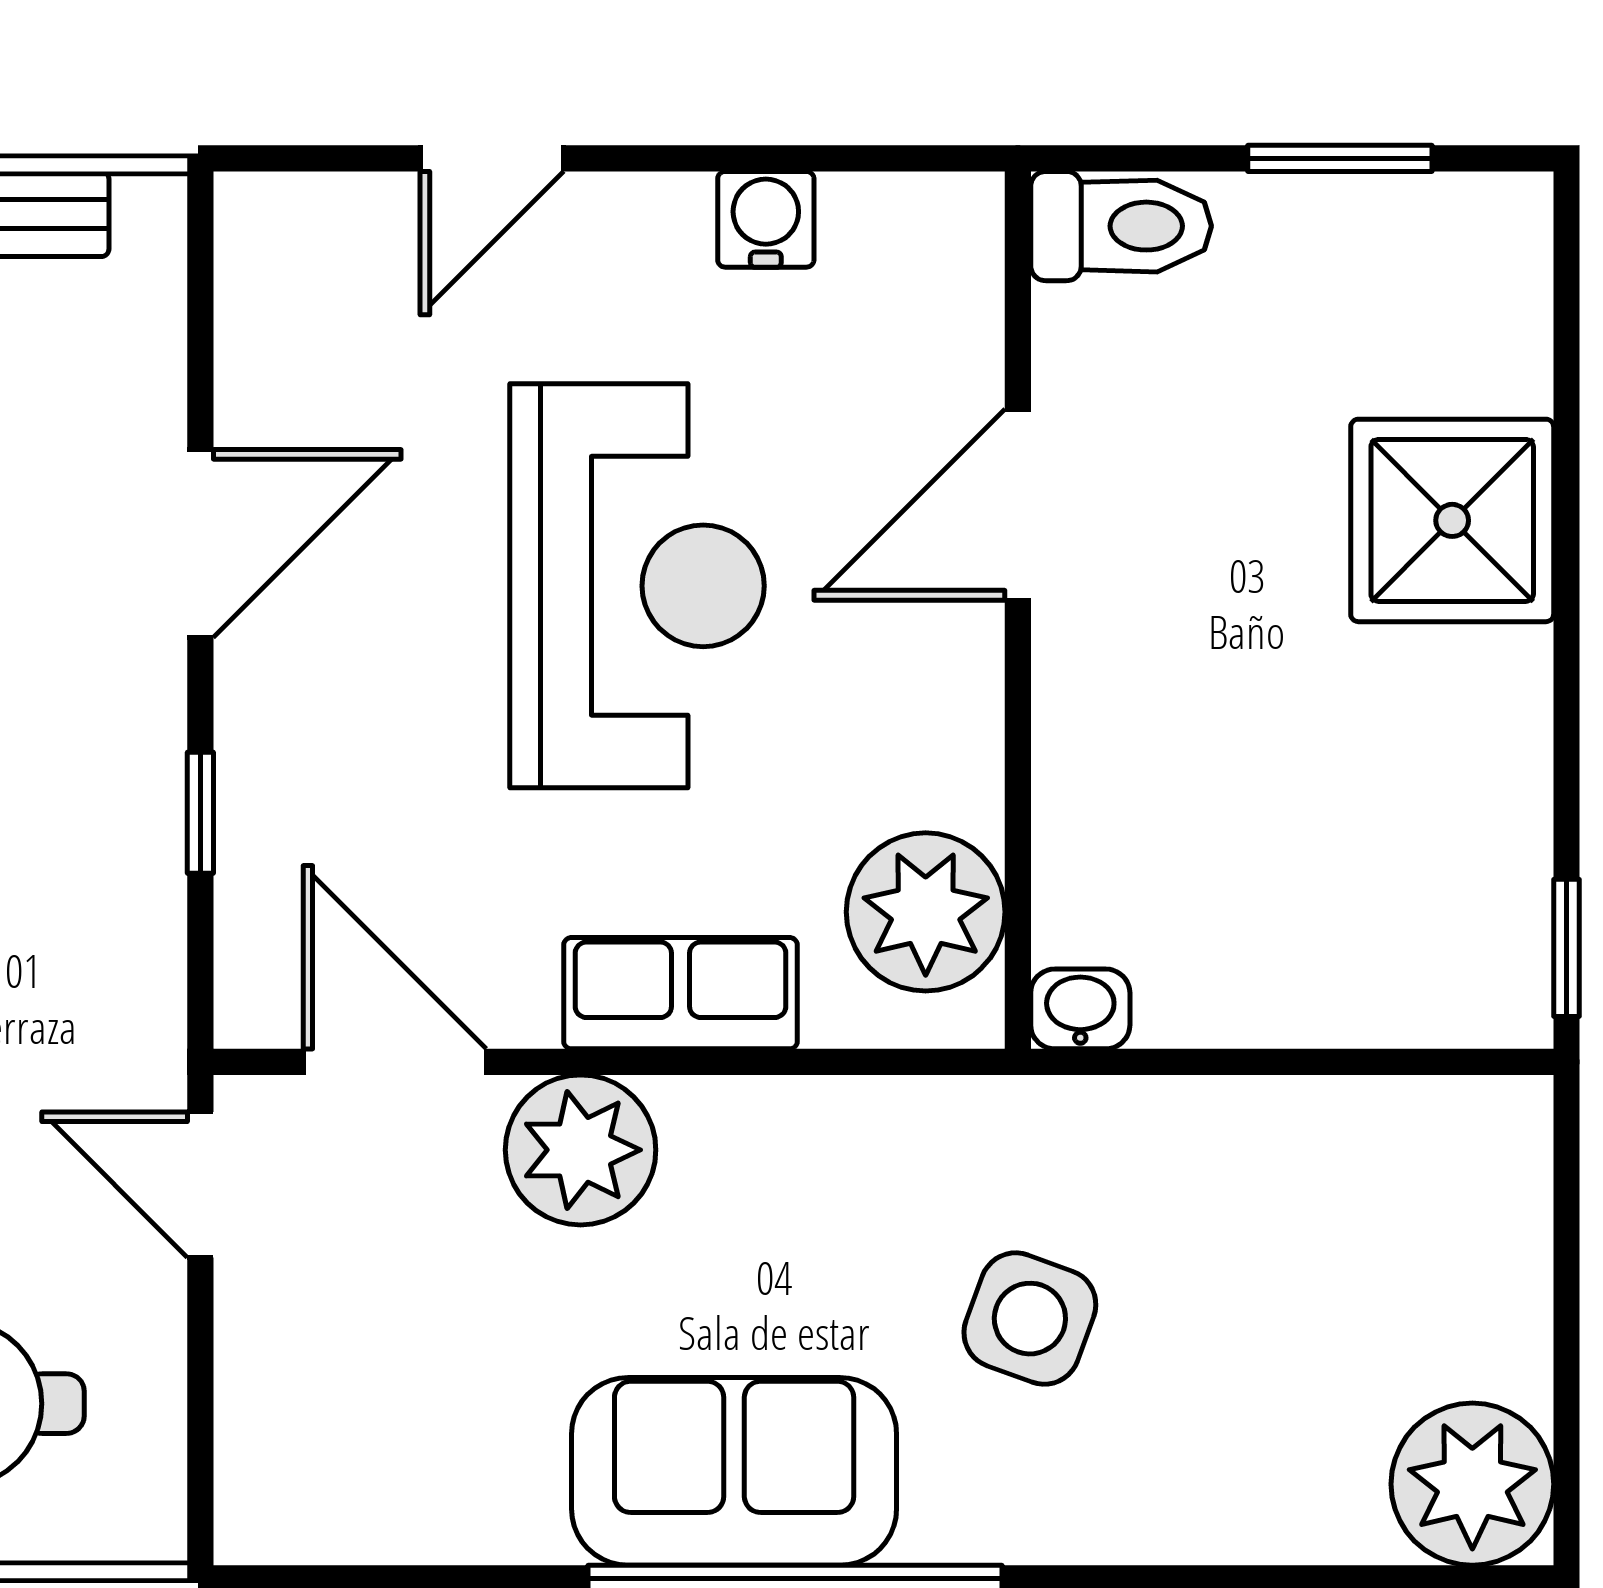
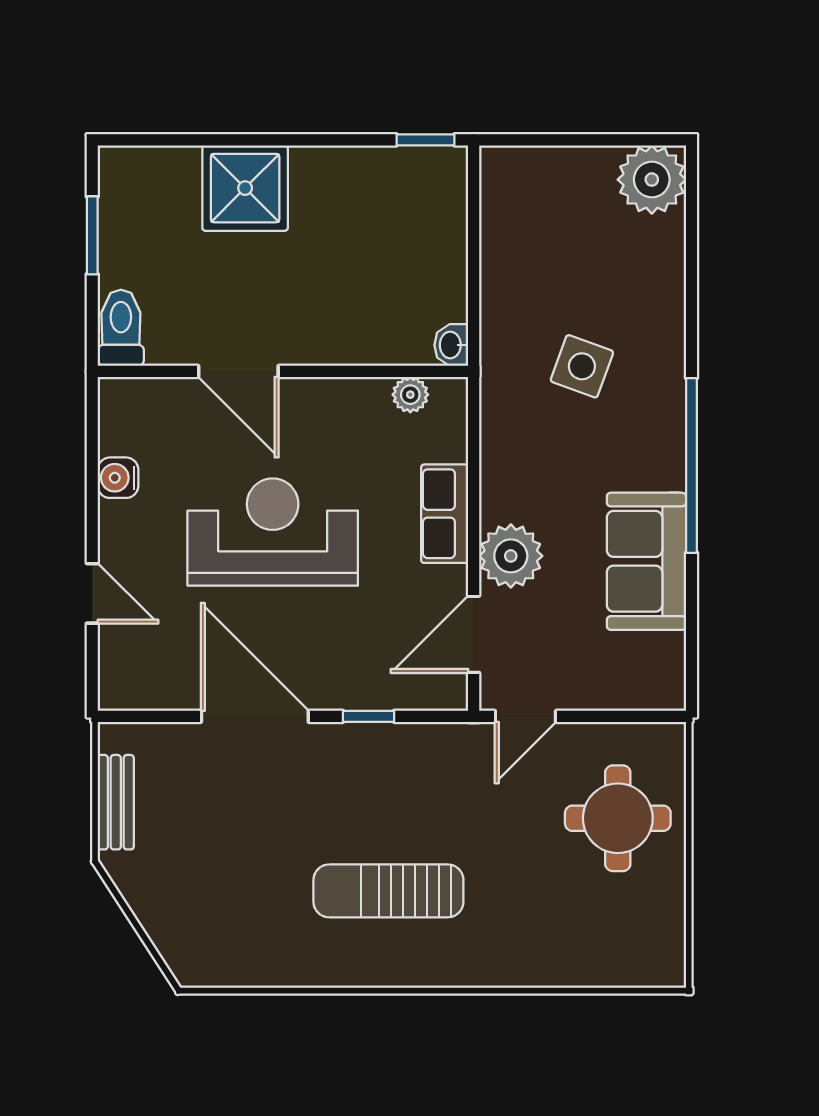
door: (200, 543) -> (255, 716), width x1.36
plant: (926, 912) -> (410, 395), width x0.53, depth x0.53
sofa: (734, 1471) -> (646, 561), moved

